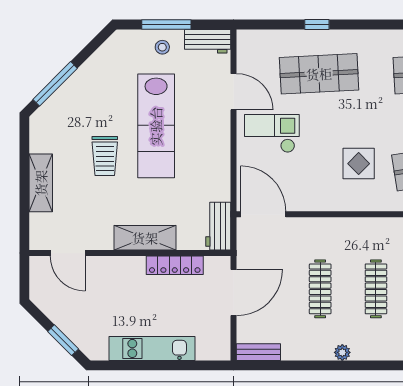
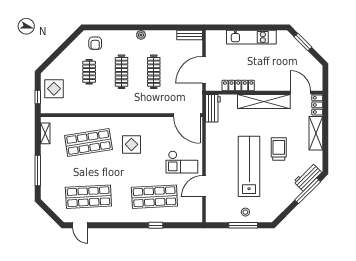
workbench: (208, 41) -> (308, 177), moved, turned -45
door: (234, 92) -> (204, 186), hinge flipped
locker: (38, 232) -> (317, 105), added
shelving: (145, 238) -> (264, 101), width x1.47

